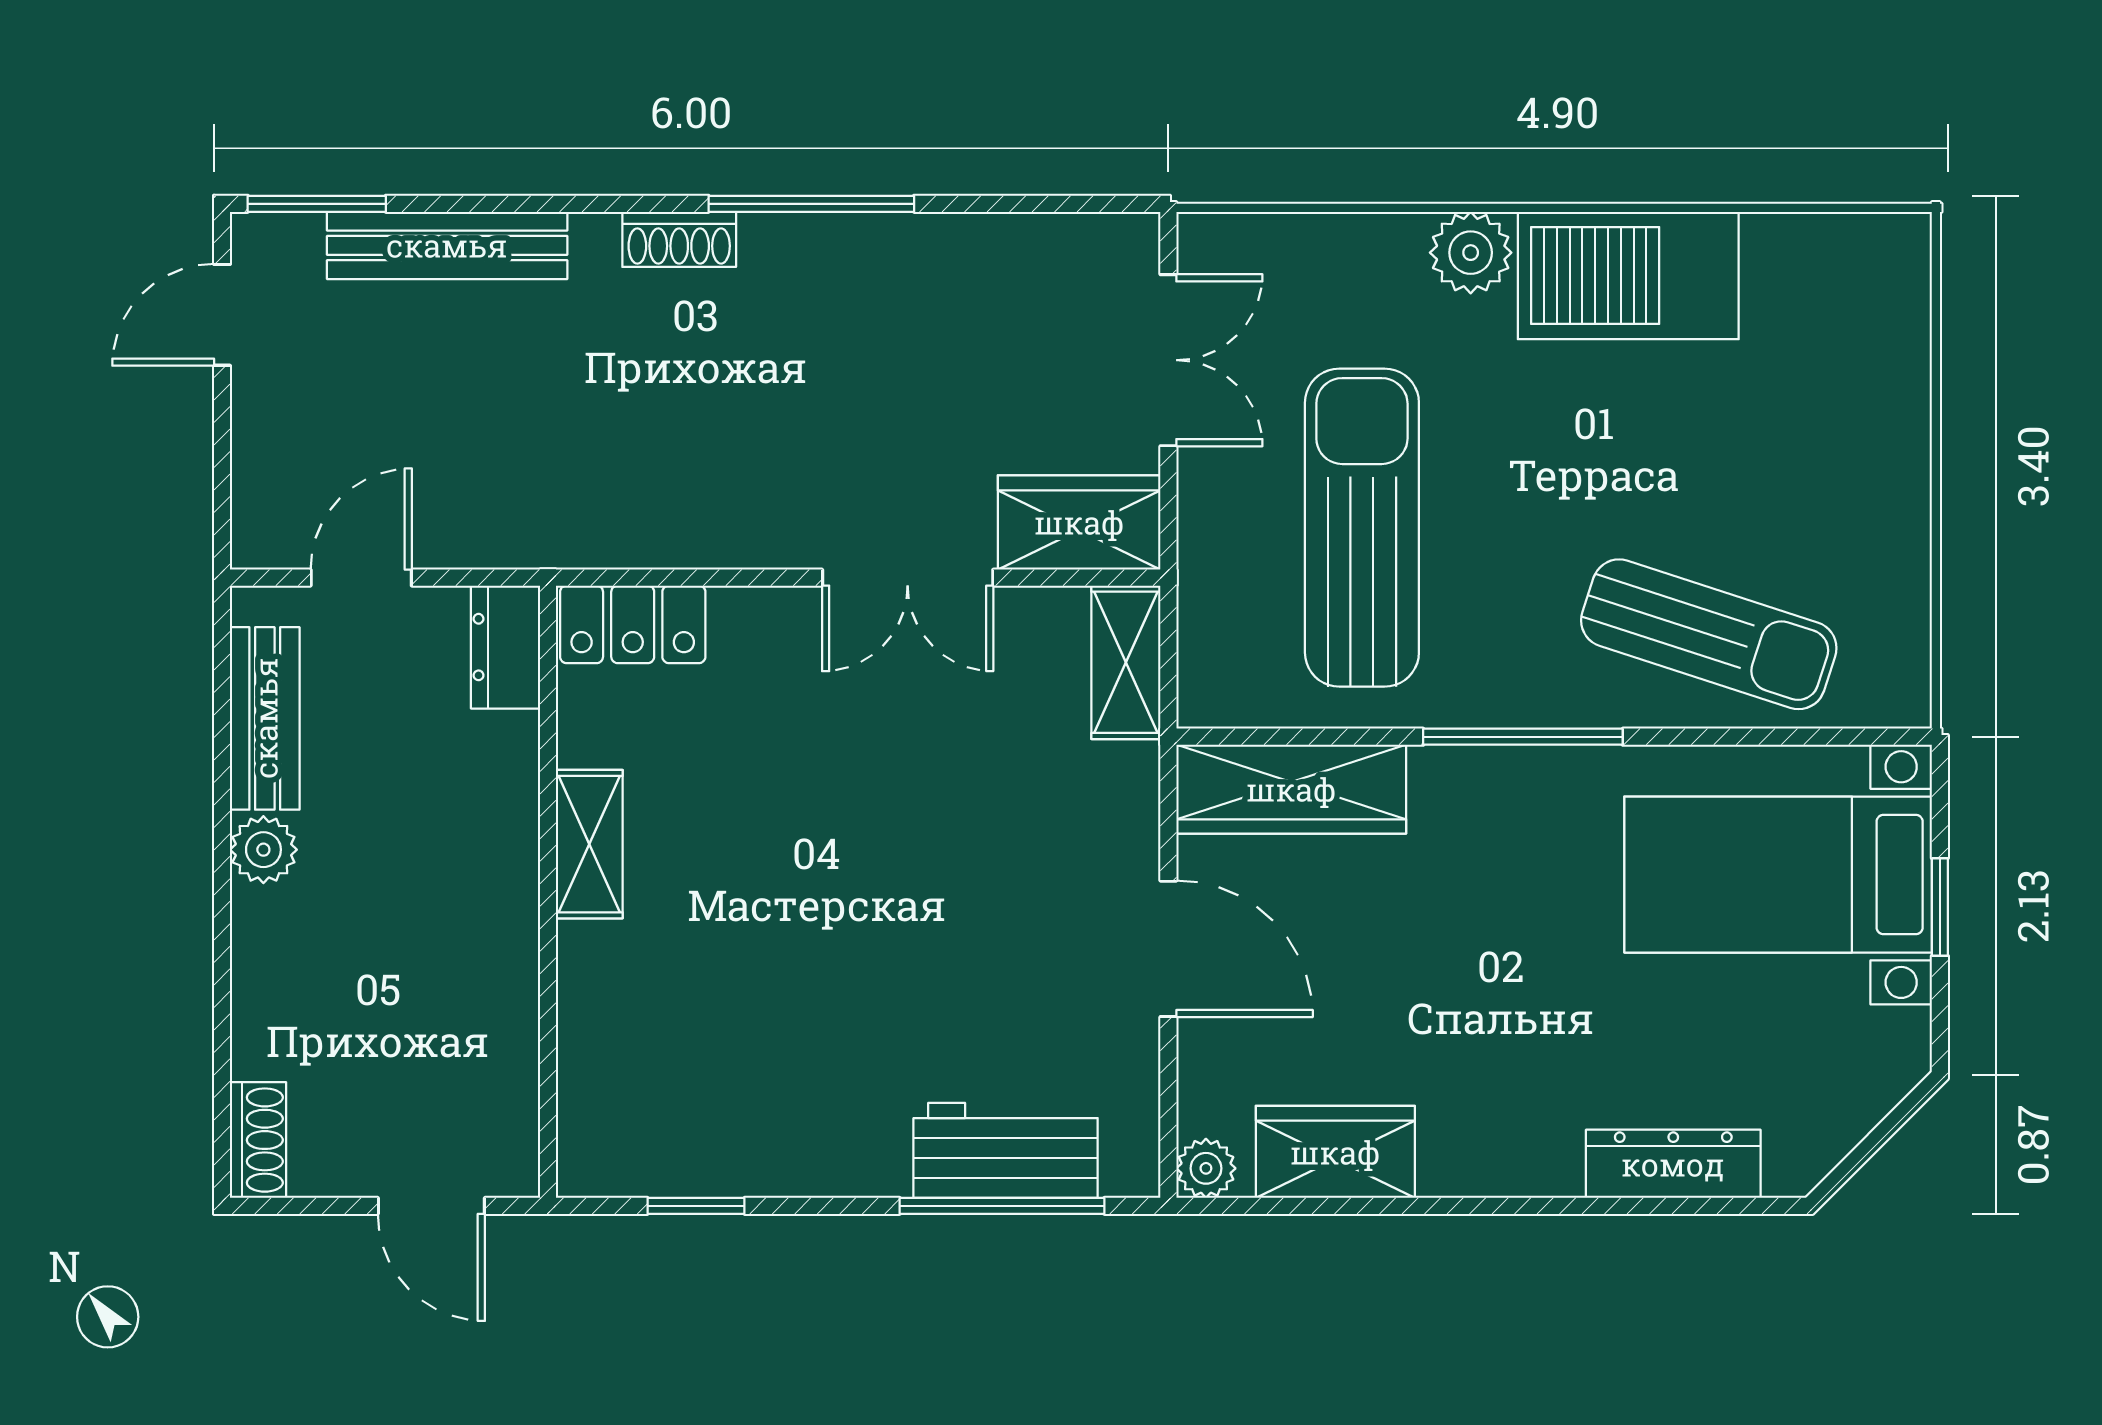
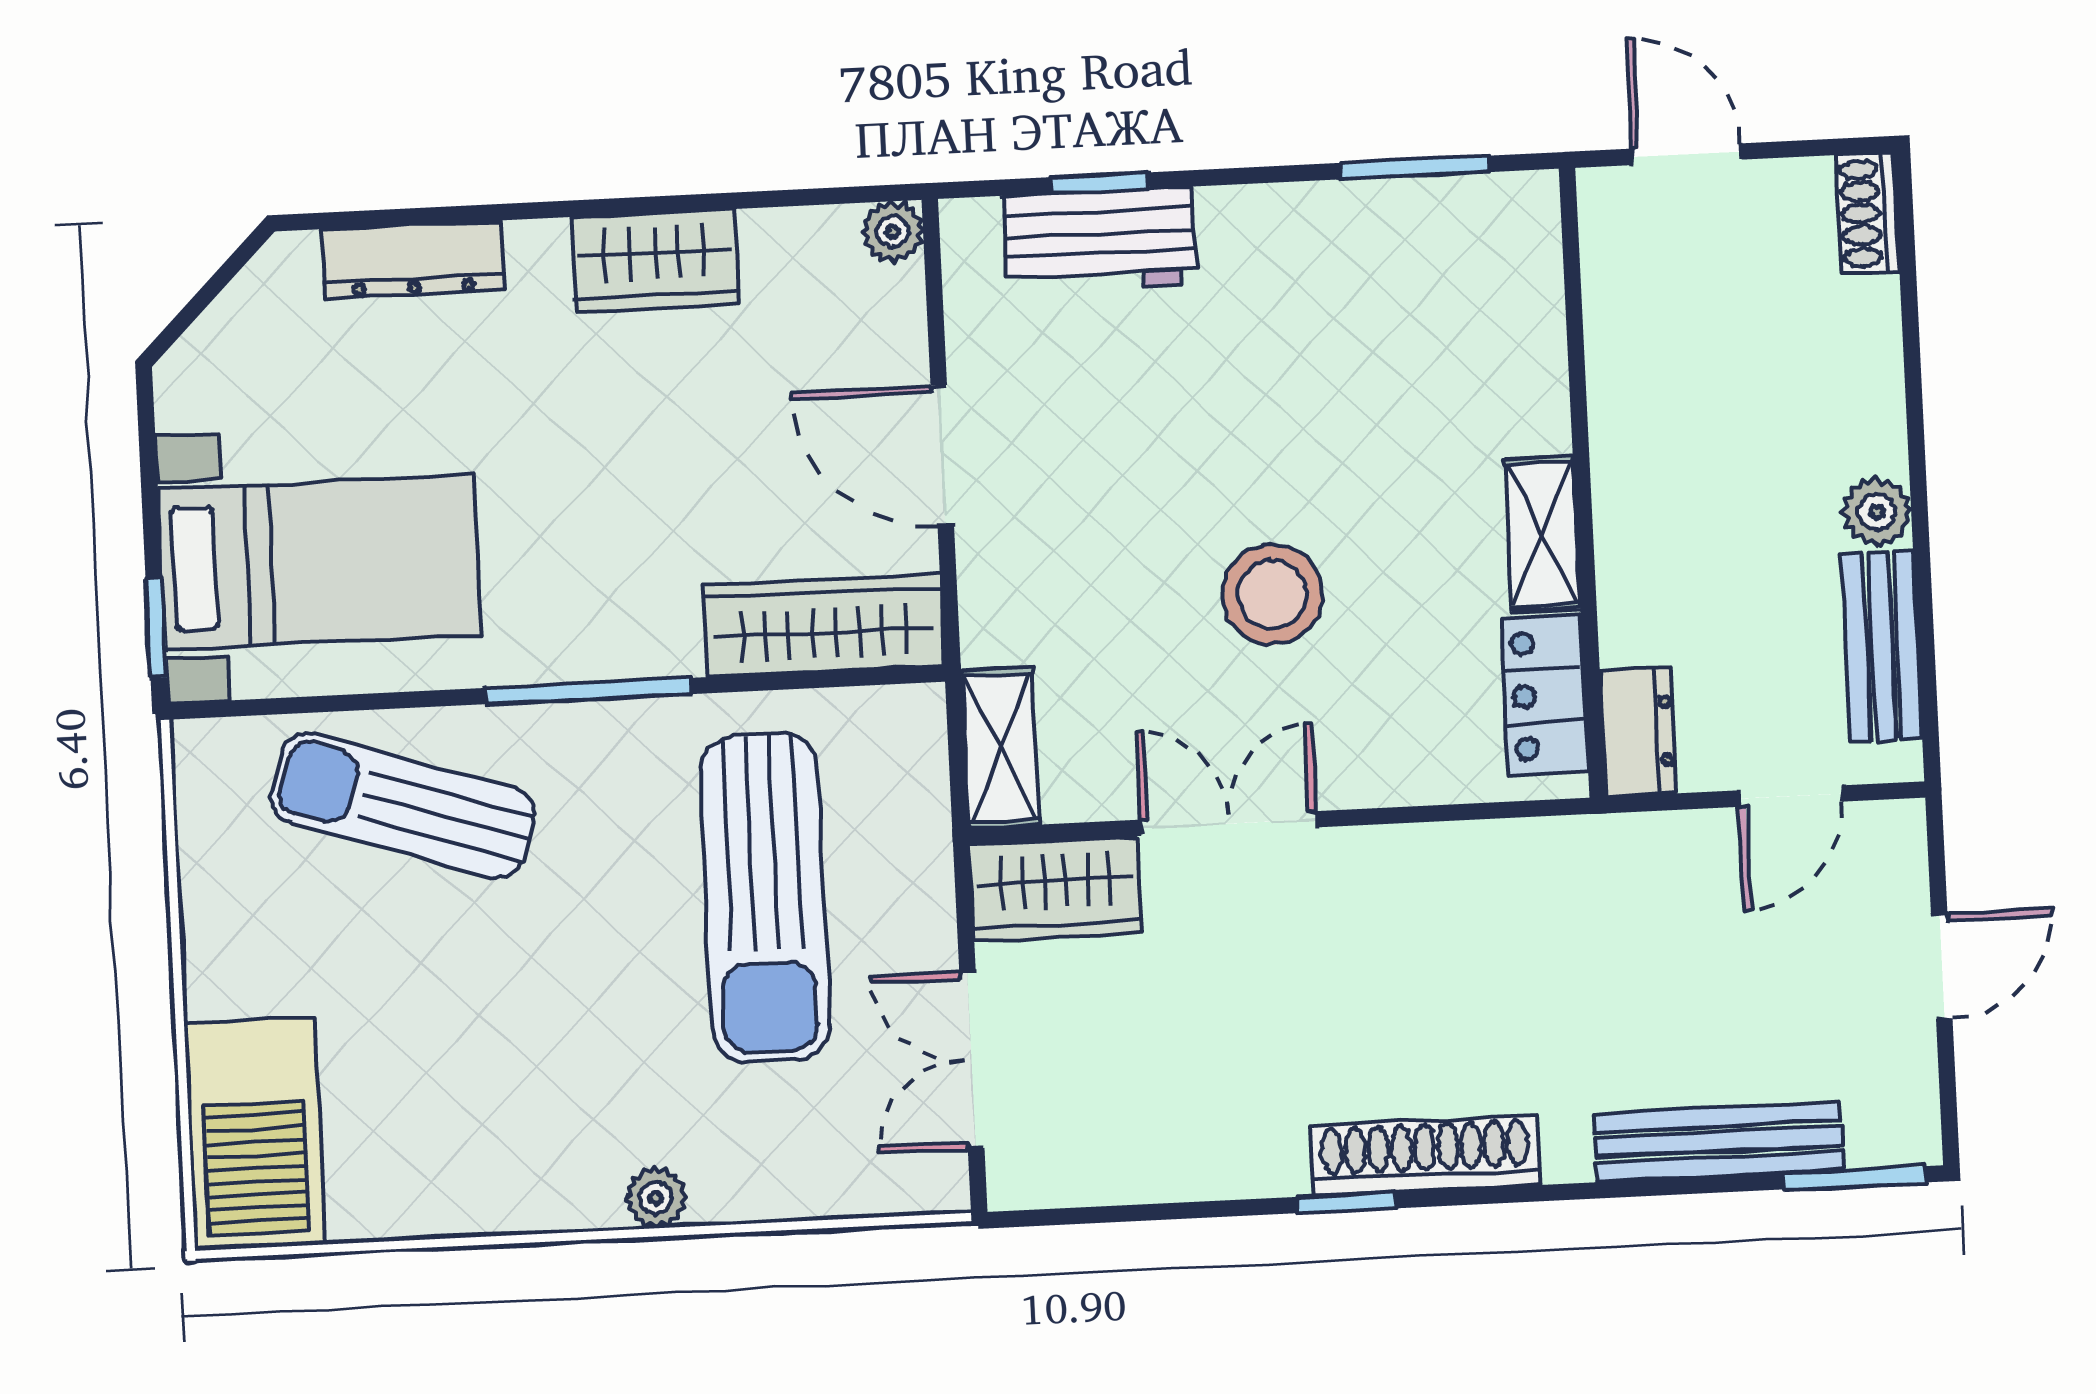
window: (811, 204) -> (1347, 1203), width x0.46
shoe rack: (679, 239) -> (1425, 1156), width x1.94, depth x1.24
plant: (1471, 253) -> (656, 1198), width x0.73, depth x0.73
barbecue: (1628, 275) -> (255, 1134), moved, turned 90
door: (222, 315) -> (1942, 967), moved
locker: (633, 624) -> (1545, 696), moved, turned -90
stool: (854, 798) -> (1273, 594), added
window: (1940, 907) -> (156, 628), moved
wardrobe: (1335, 1152) -> (655, 260), moved
window: (696, 1206) -> (1415, 167), width x1.50
window: (1002, 1206) -> (1100, 183), width x0.46

